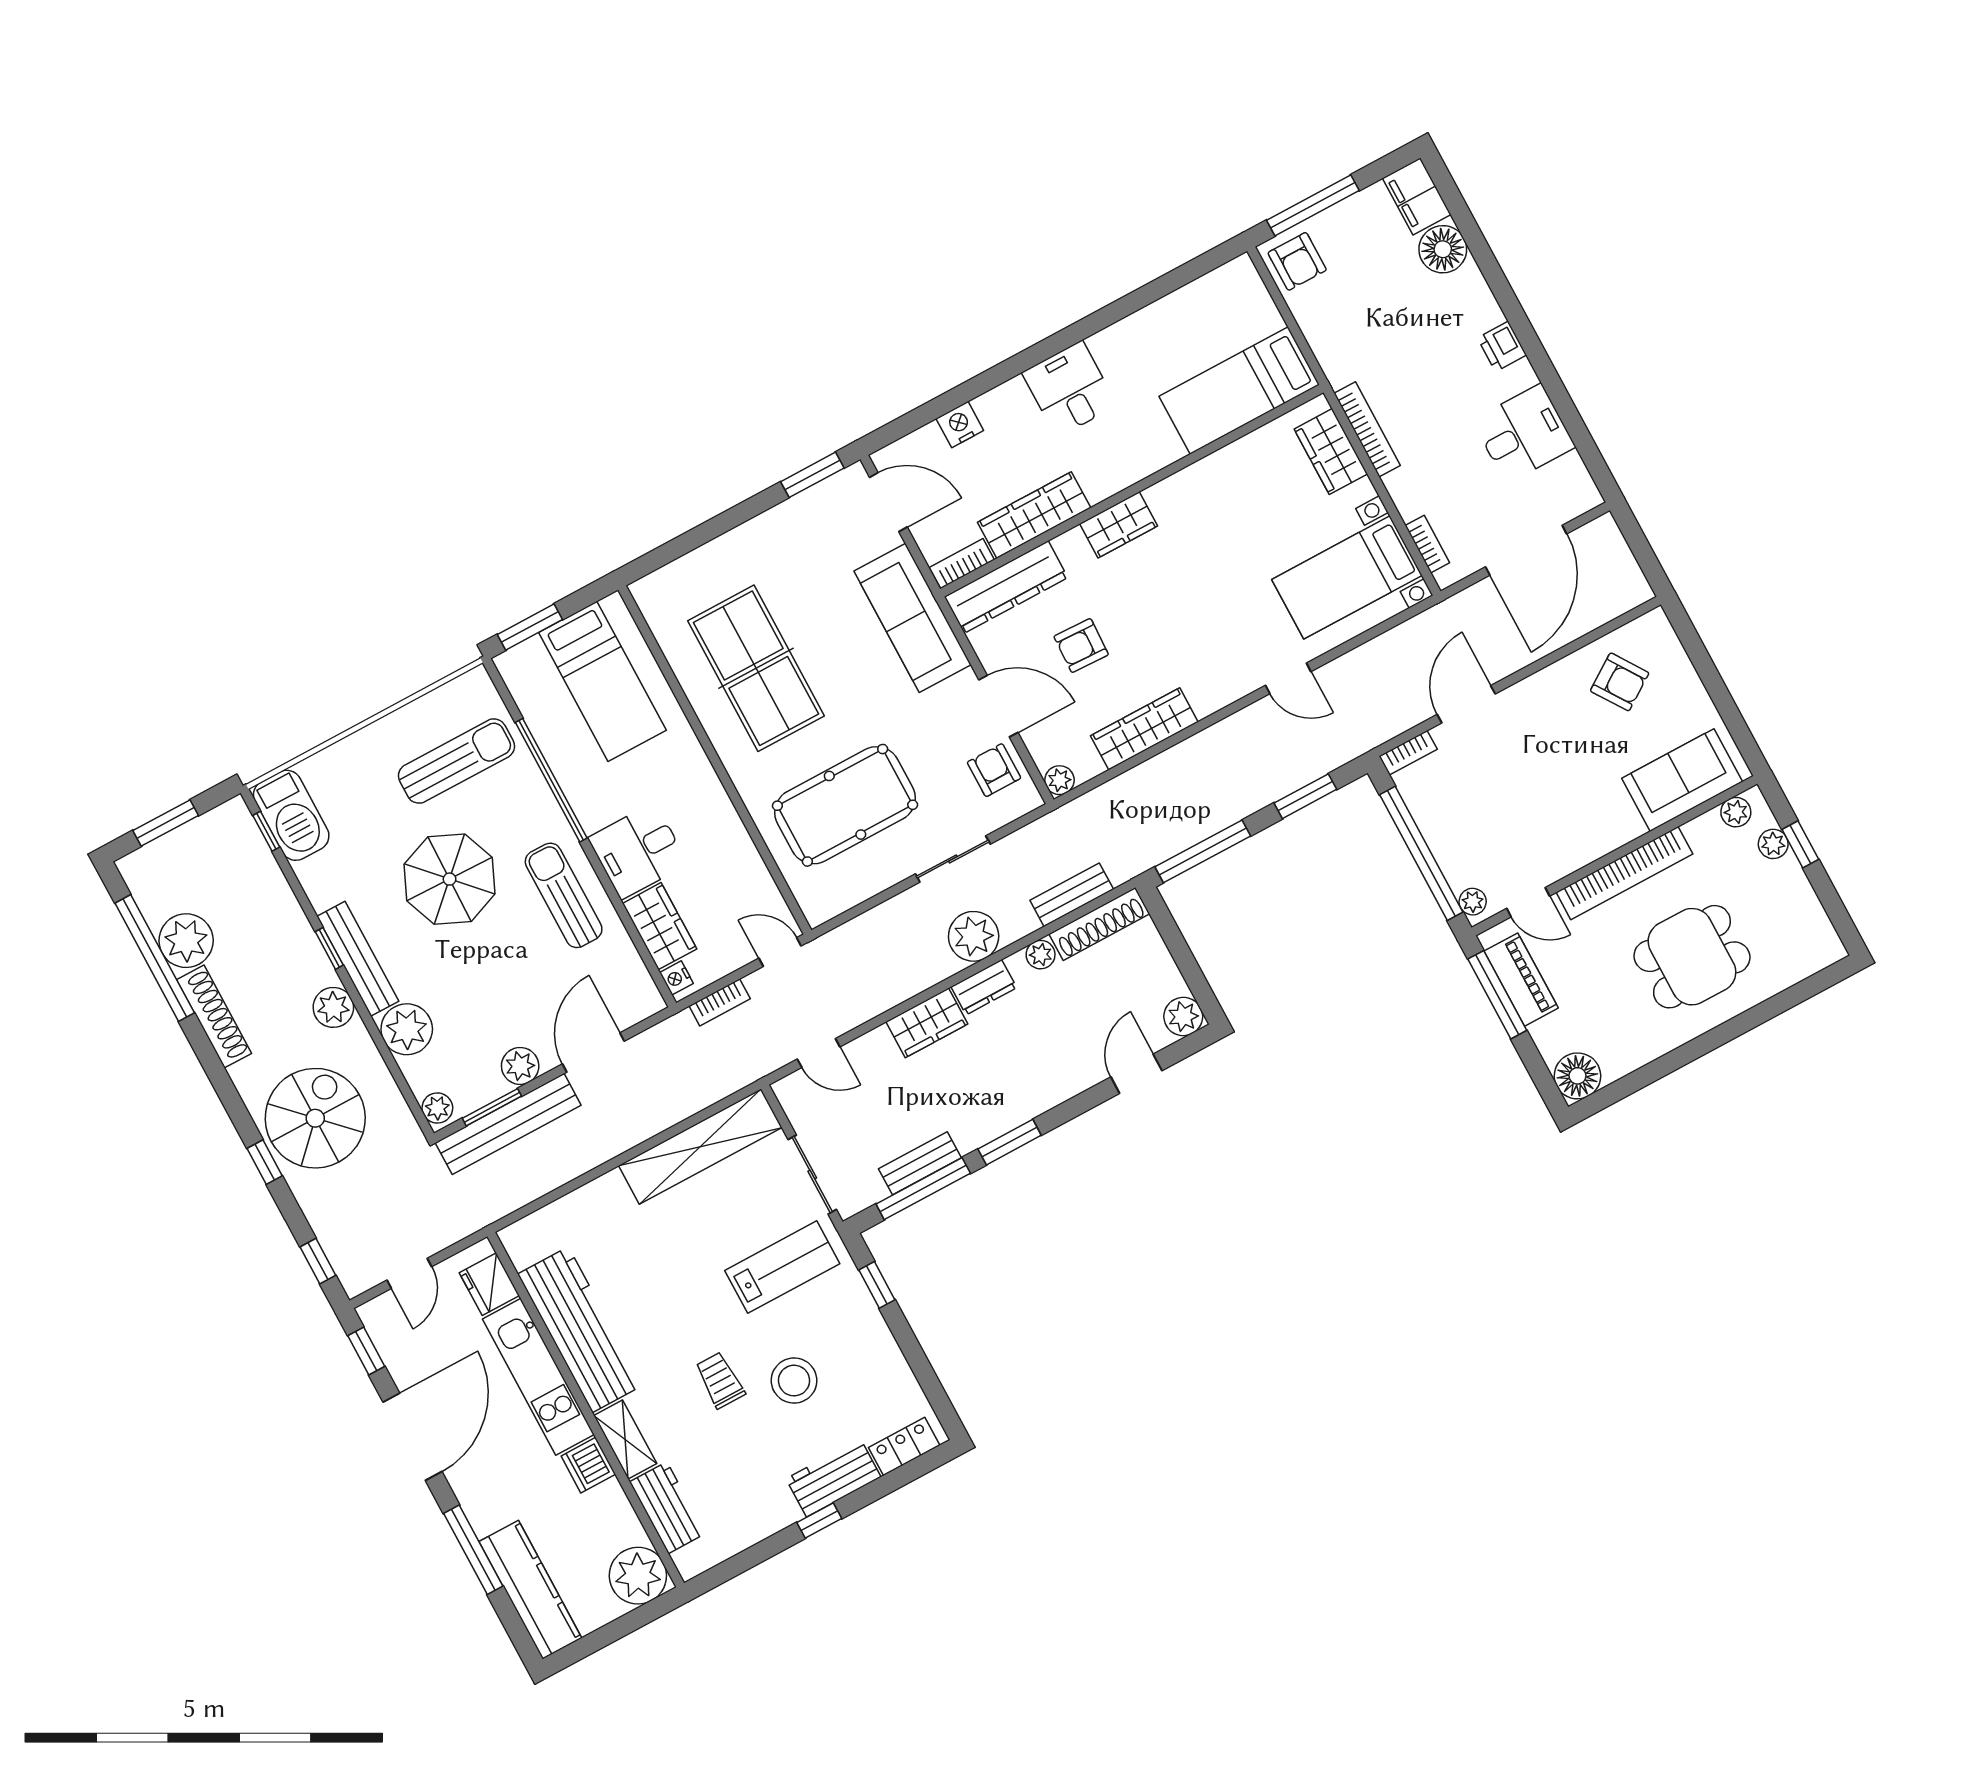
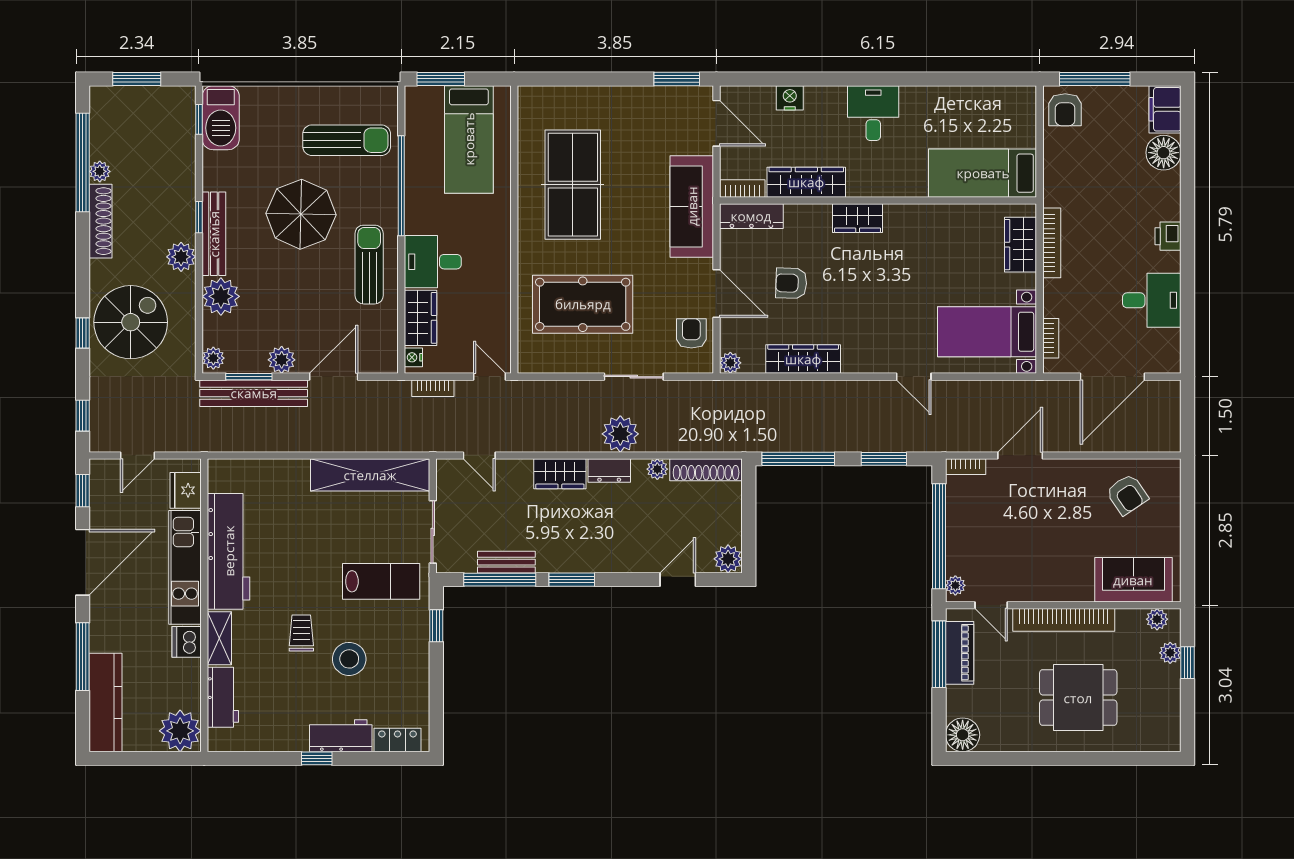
dresser: (1006, 587) -> (751, 216), width x0.73, depth x0.80
bench: (1072, 895) -> (698, 441), removed
plant: (186, 941) -> (100, 171), width x0.53, depth x0.53

